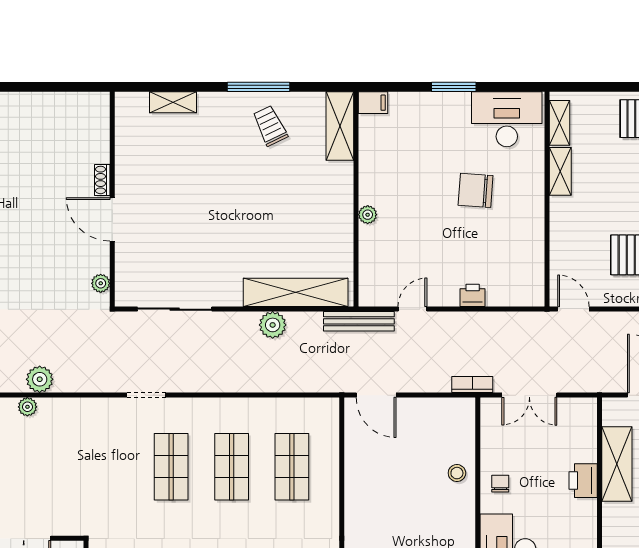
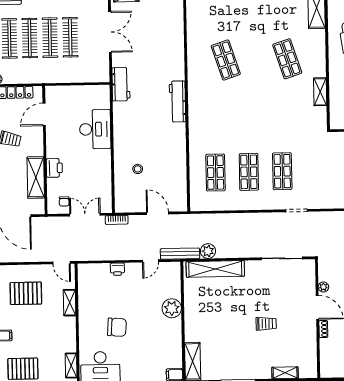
trolley: (270, 126) -> (266, 324), moved, turned -64
shelving: (560, 171) -> (70, 303), moved
plant: (368, 215) -> (172, 308), width x1.87, depth x1.87
plant: (101, 283) -> (323, 287), moved
plant: (273, 325) -> (208, 251), moved
door: (376, 395) -> (158, 213), moved
stool: (457, 473) -> (138, 169), moved
chair: (500, 484) -> (64, 201), moved

